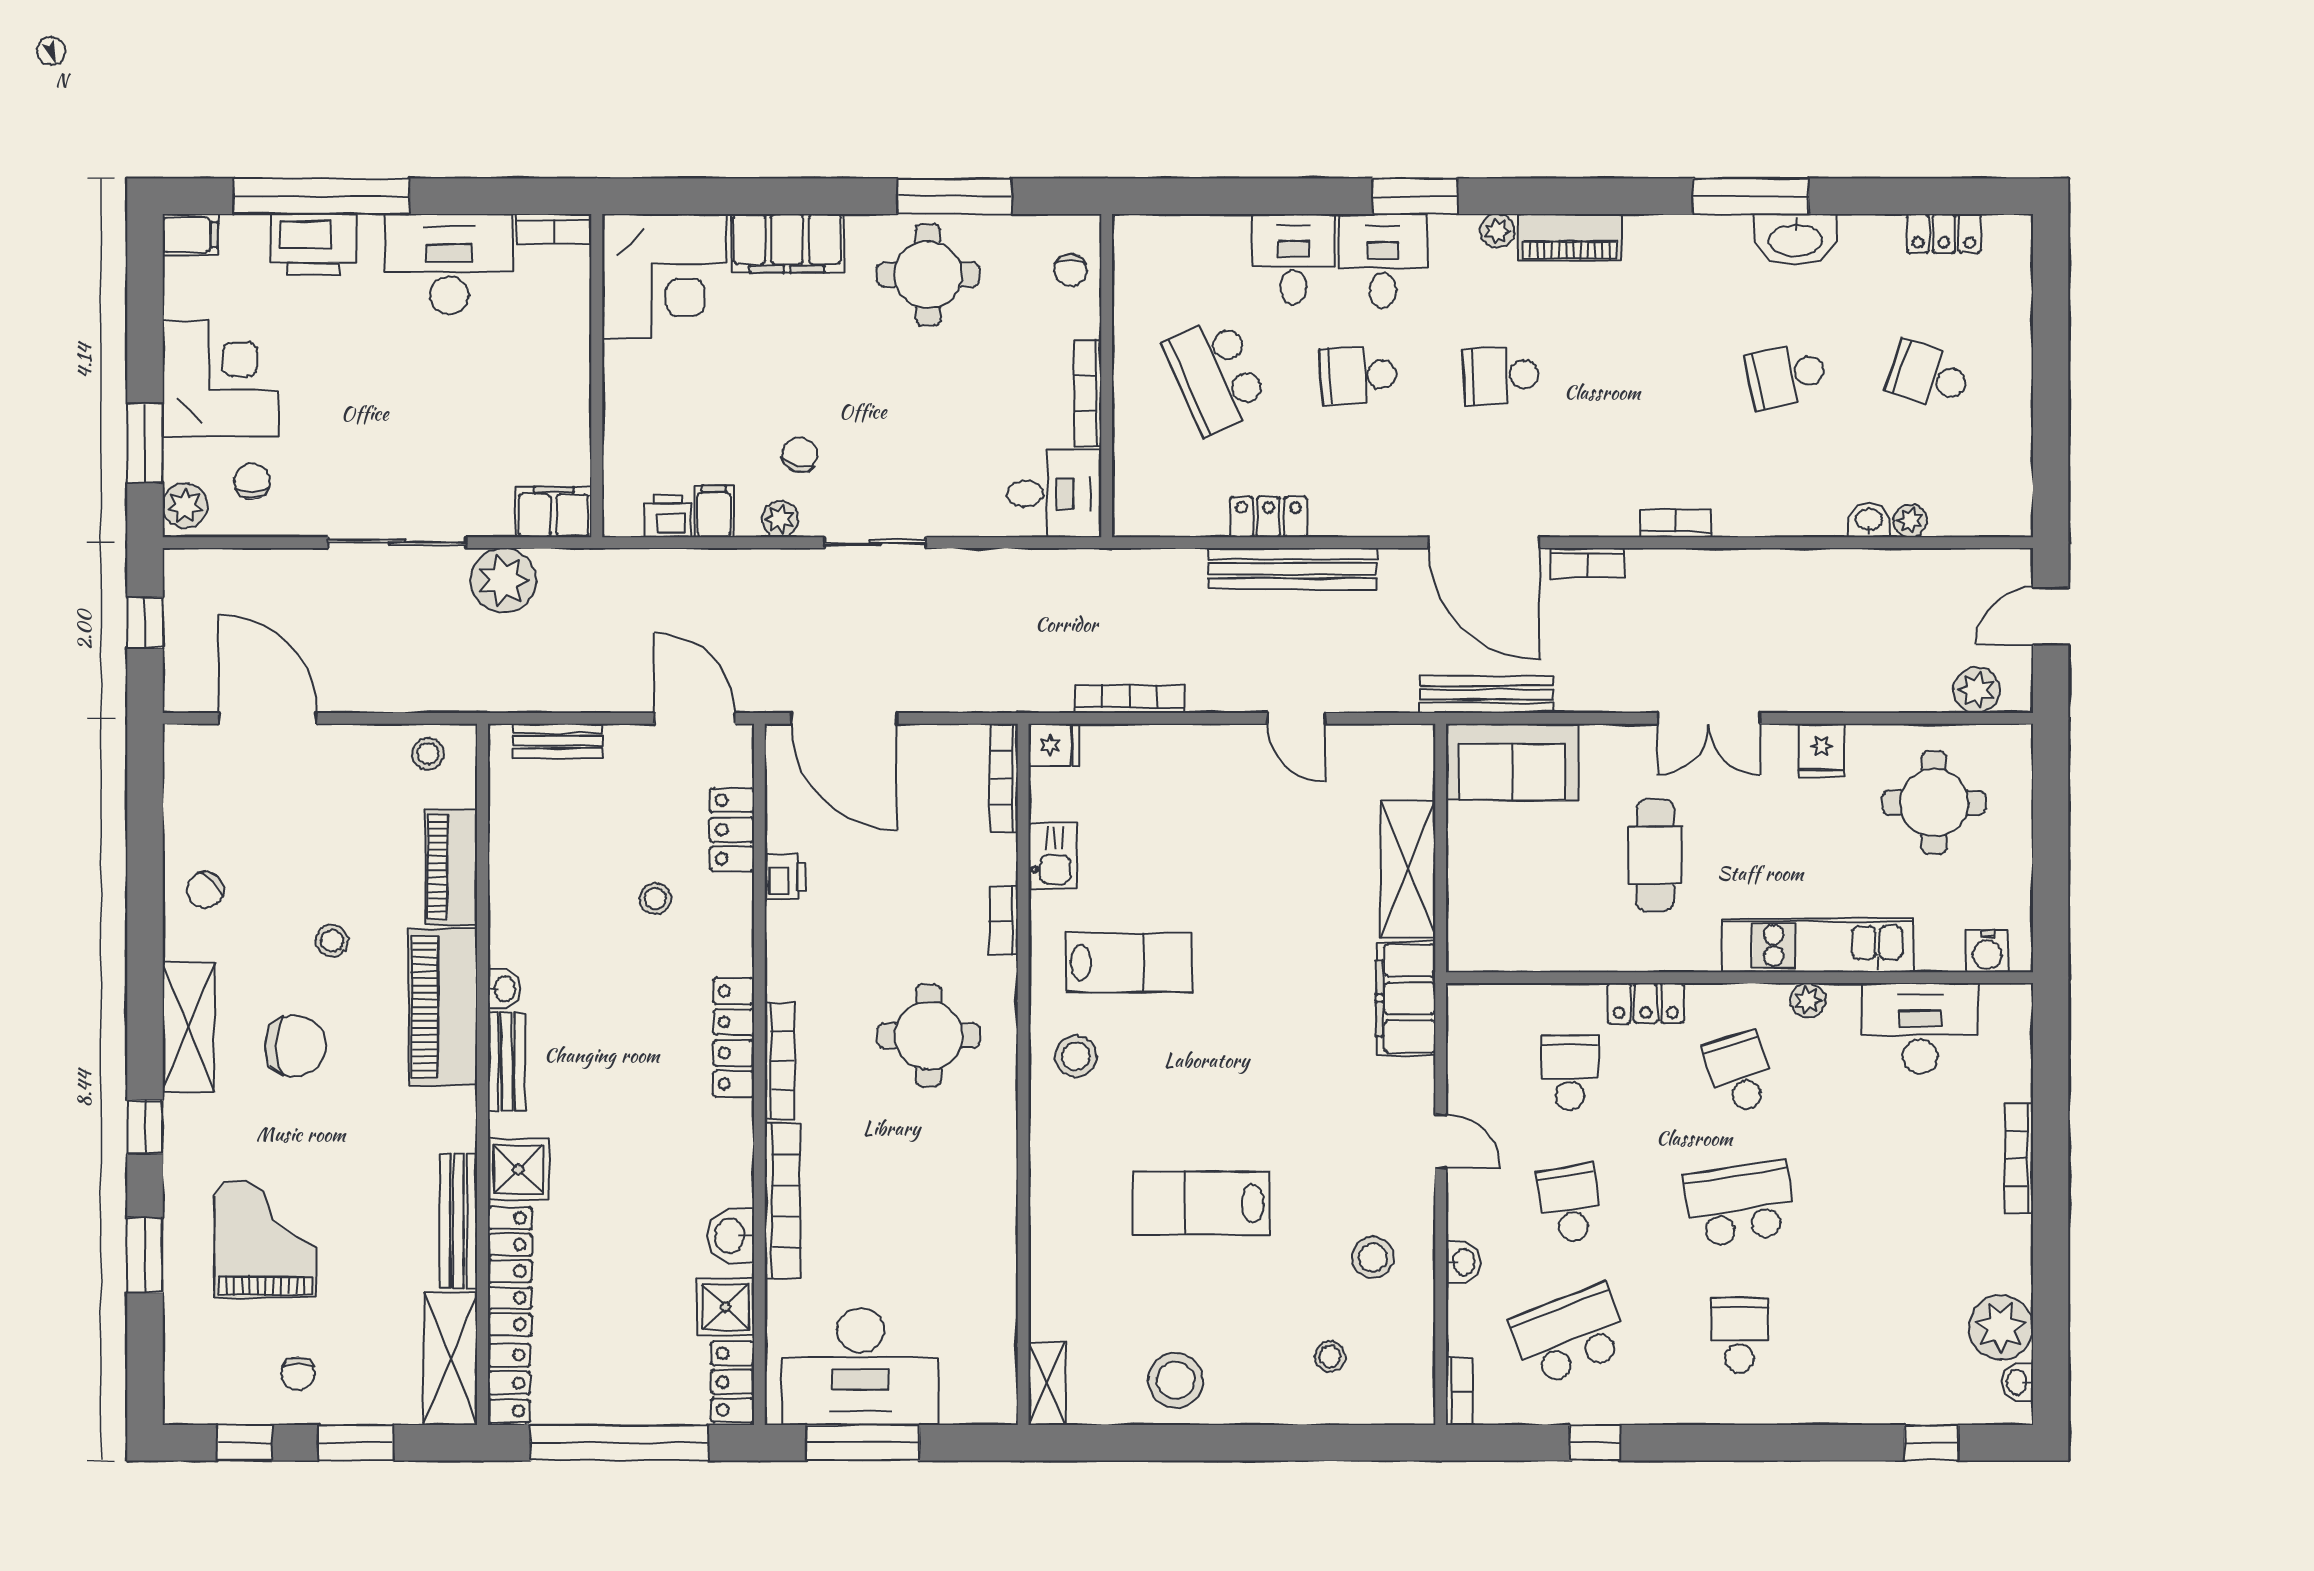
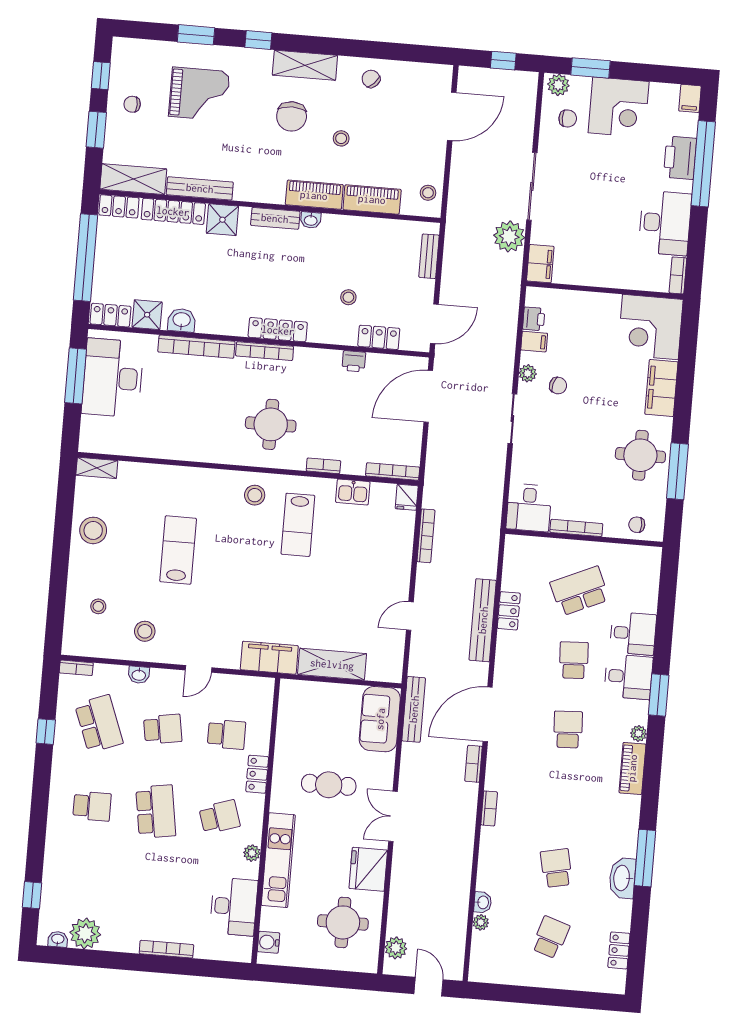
fridge: (1821, 751) -> (368, 869), width x1.88, depth x1.34
piano: (443, 1007) -> (314, 195), width x0.73, depth x0.75

